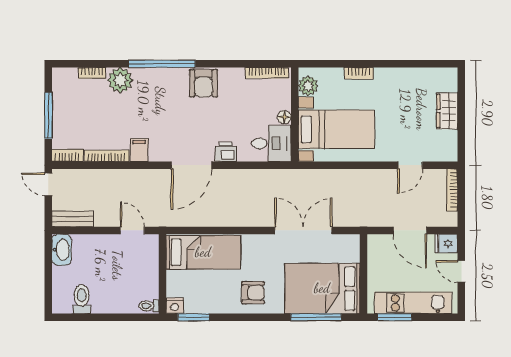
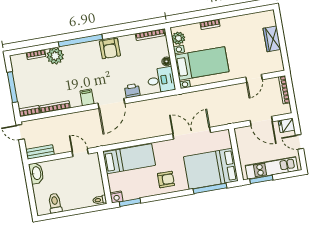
filing cabinet: (139, 150) -> (87, 97), moved

